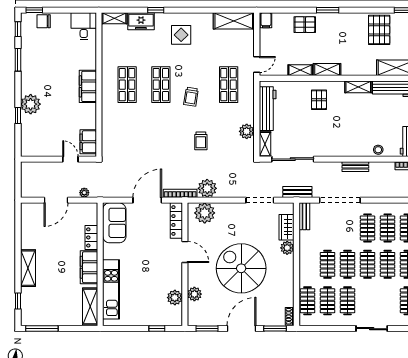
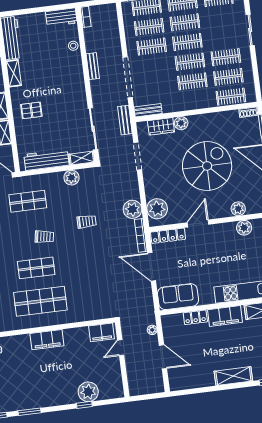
shop shelf: (127, 85) -> (40, 301), width x1.43, depth x1.36
plant: (31, 104) -> (88, 392), moved
spiral stairs: (241, 268) -> (207, 166), turned 180

